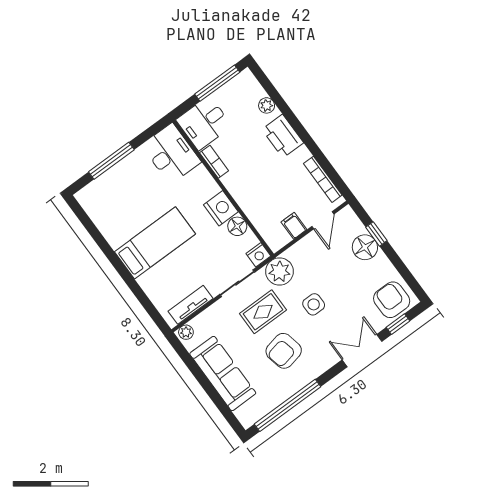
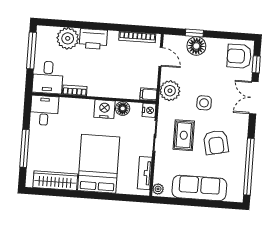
plant: (267, 105) -> (68, 38), width x1.88, depth x1.88
desk: (171, 154) -> (44, 110), width x0.73
wardrobe: (105, 220) -> (55, 181), added
filing cabinet: (294, 226) -> (148, 94), moved
bed: (155, 243) -> (99, 164), width x1.50
plant: (279, 271) -> (170, 91), moved

